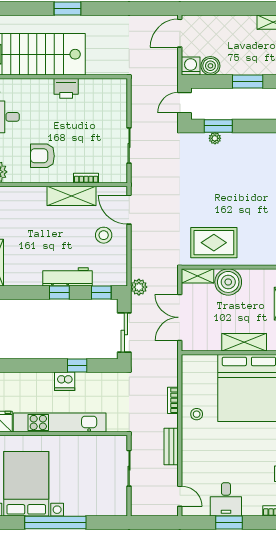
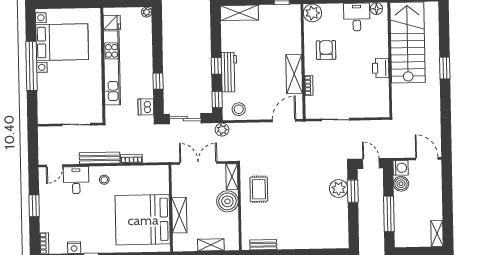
window: (248, 82) -> (389, 214), width x1.44
plant: (215, 138) -> (339, 189), width x1.88, depth x1.88
stool: (104, 235) -> (239, 109), moved
rug: (214, 243) -> (259, 189), width x0.73, depth x0.70
dishwasher: (65, 381) -> (146, 107), moved
stool: (197, 414) -> (104, 180), moved
bench: (171, 447) -> (100, 158), width x1.36
desk: (226, 499) -> (76, 180), moved, turned 90

